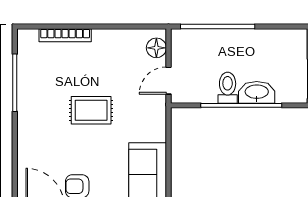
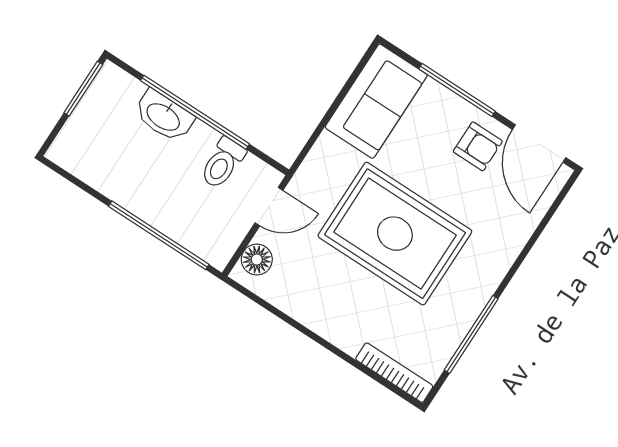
bookcase: (65, 35) -> (394, 373), moved
toilet: (228, 88) -> (223, 163), moved
rug: (91, 110) -> (395, 234), width x1.86, depth x2.06

